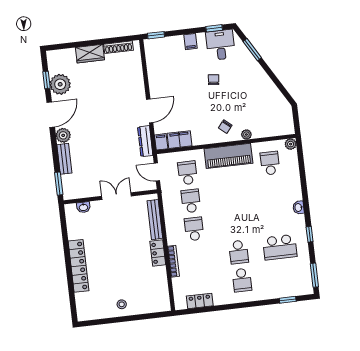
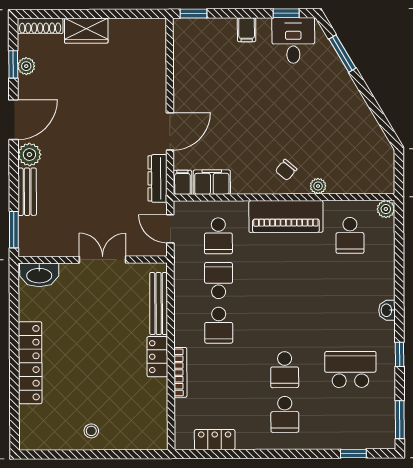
shoe rack: (118, 47) -> (40, 26), moved
chair: (214, 80) -> (276, 94), removed
plant: (60, 84) -> (26, 66), width x0.53, depth x0.53
school desk: (270, 163) -> (350, 235), turned 180
school desk: (187, 173) -> (218, 236), turned 180
washbasin: (83, 207) -> (39, 275), width x1.91, depth x1.45
school desk: (194, 229) -> (219, 325), turned 180
school desk: (280, 247) -> (350, 369), turned 180

